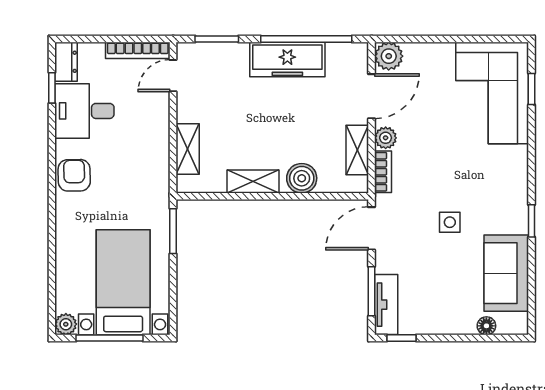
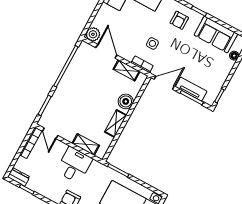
freezer: (287, 60) -> (70, 79), removed
desk: (84, 111) -> (74, 165), moved, turned 180
plant: (386, 138) -> (128, 55), removed
armchair: (496, 195) -> (179, 20), added
side table: (450, 222) -> (152, 43), moved
door: (372, 228) -> (164, 83), swing flipped
tv unit: (386, 305) -> (191, 89), moved

